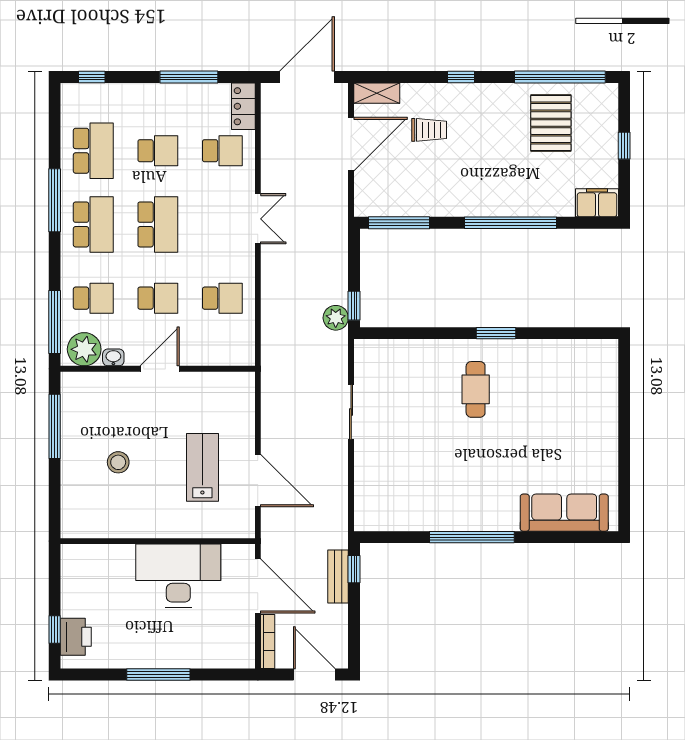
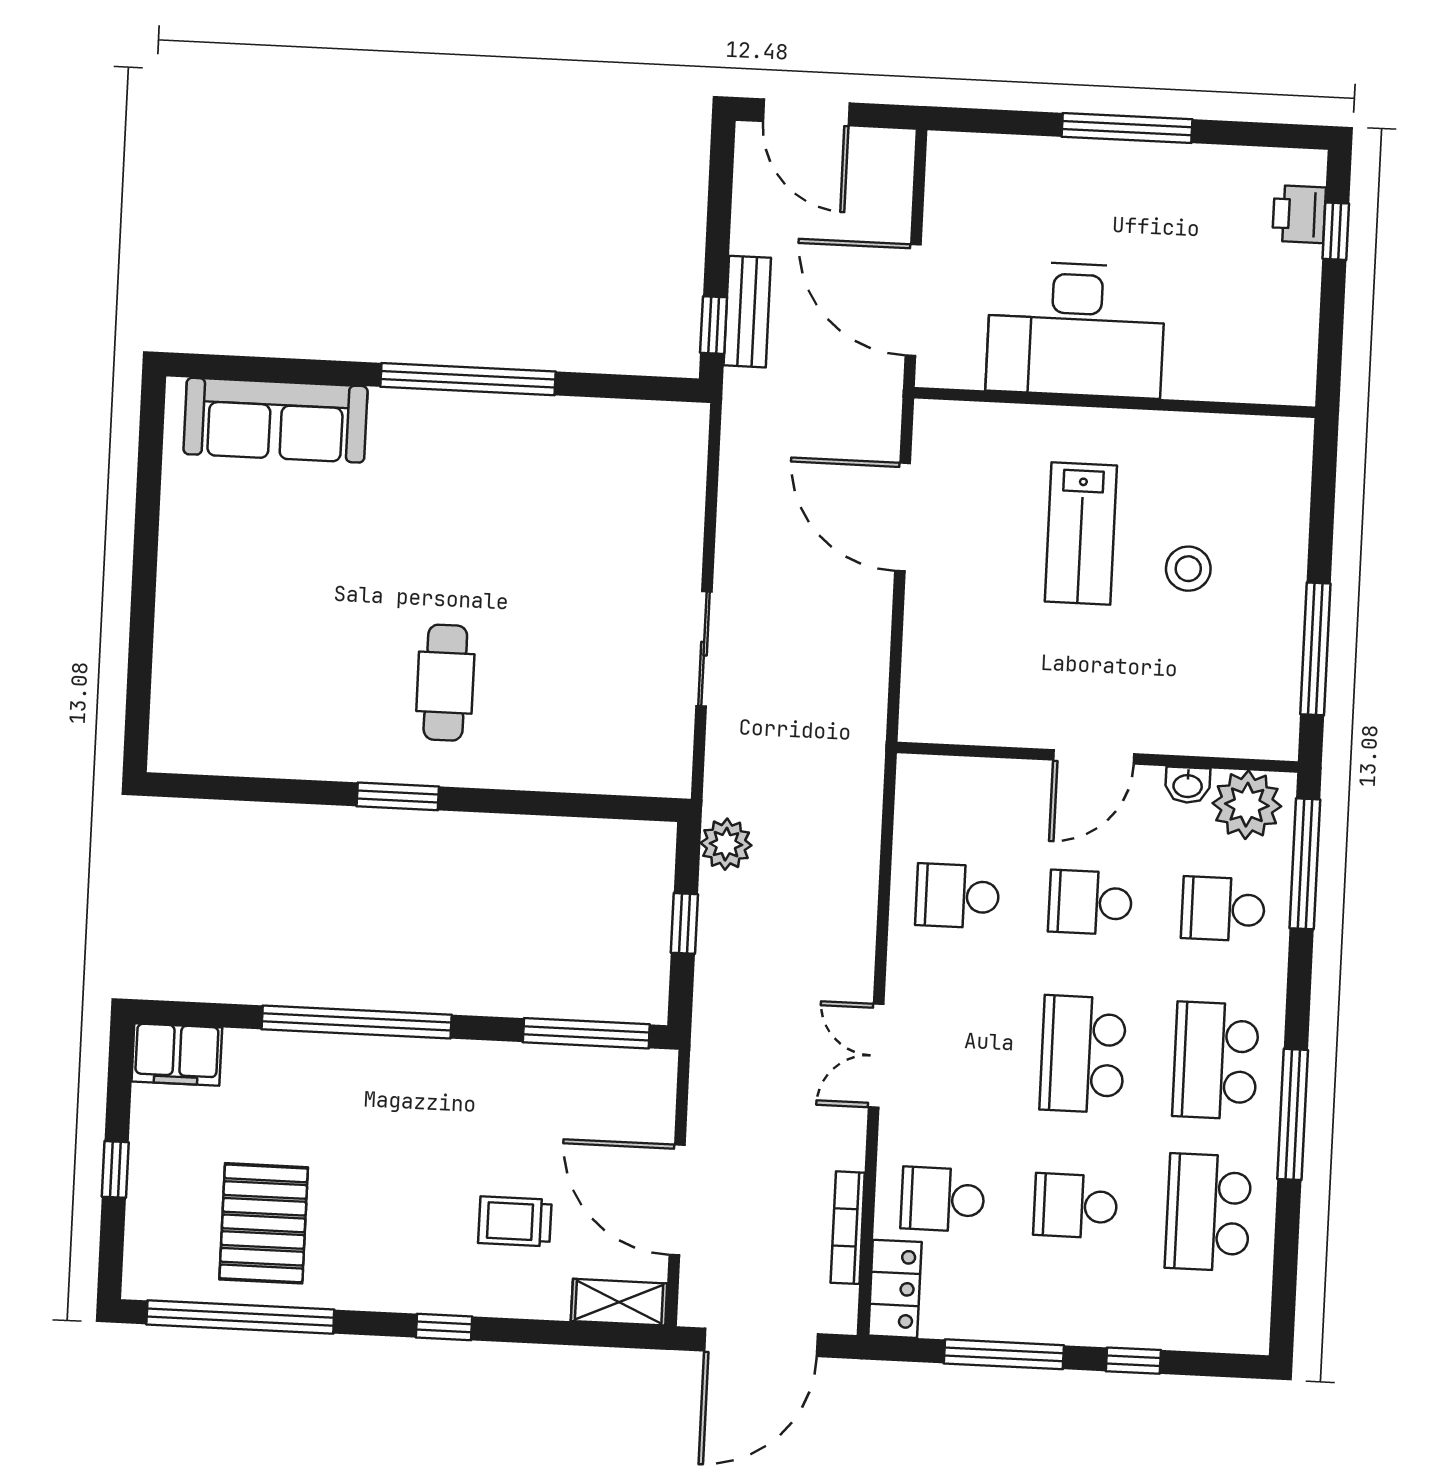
window: (92, 77) -> (1133, 1361), moved
door: (351, 144) -> (677, 1200), hinge flipped
window: (354, 306) -> (684, 923), moved
lab bench: (202, 467) -> (1081, 534), moved
printer: (76, 637) -> (1299, 214), width x0.73, depth x0.81
bookcase: (268, 641) -> (848, 1228), moved

